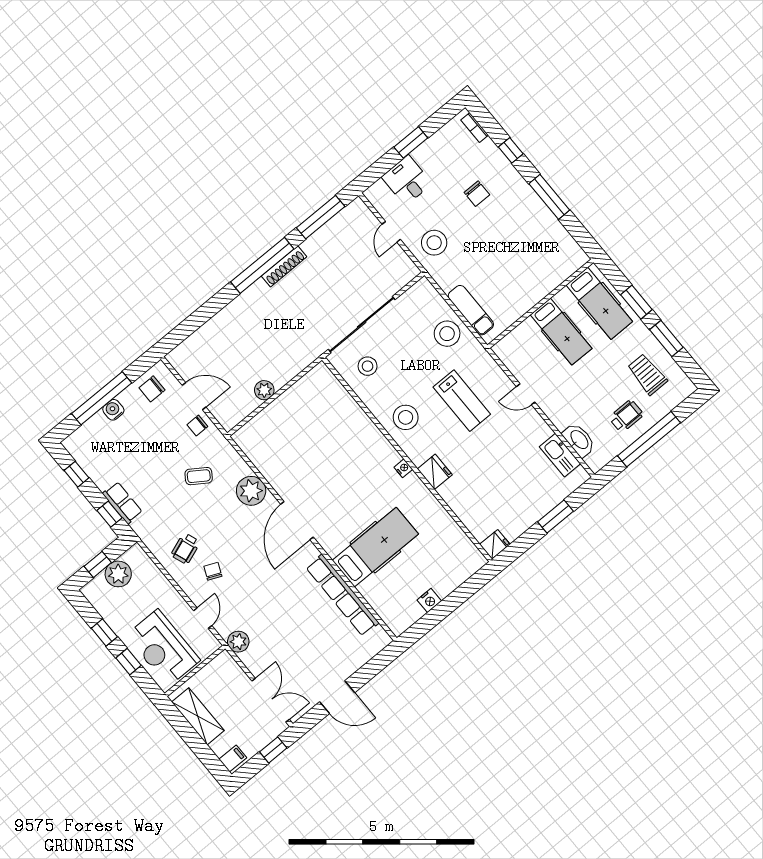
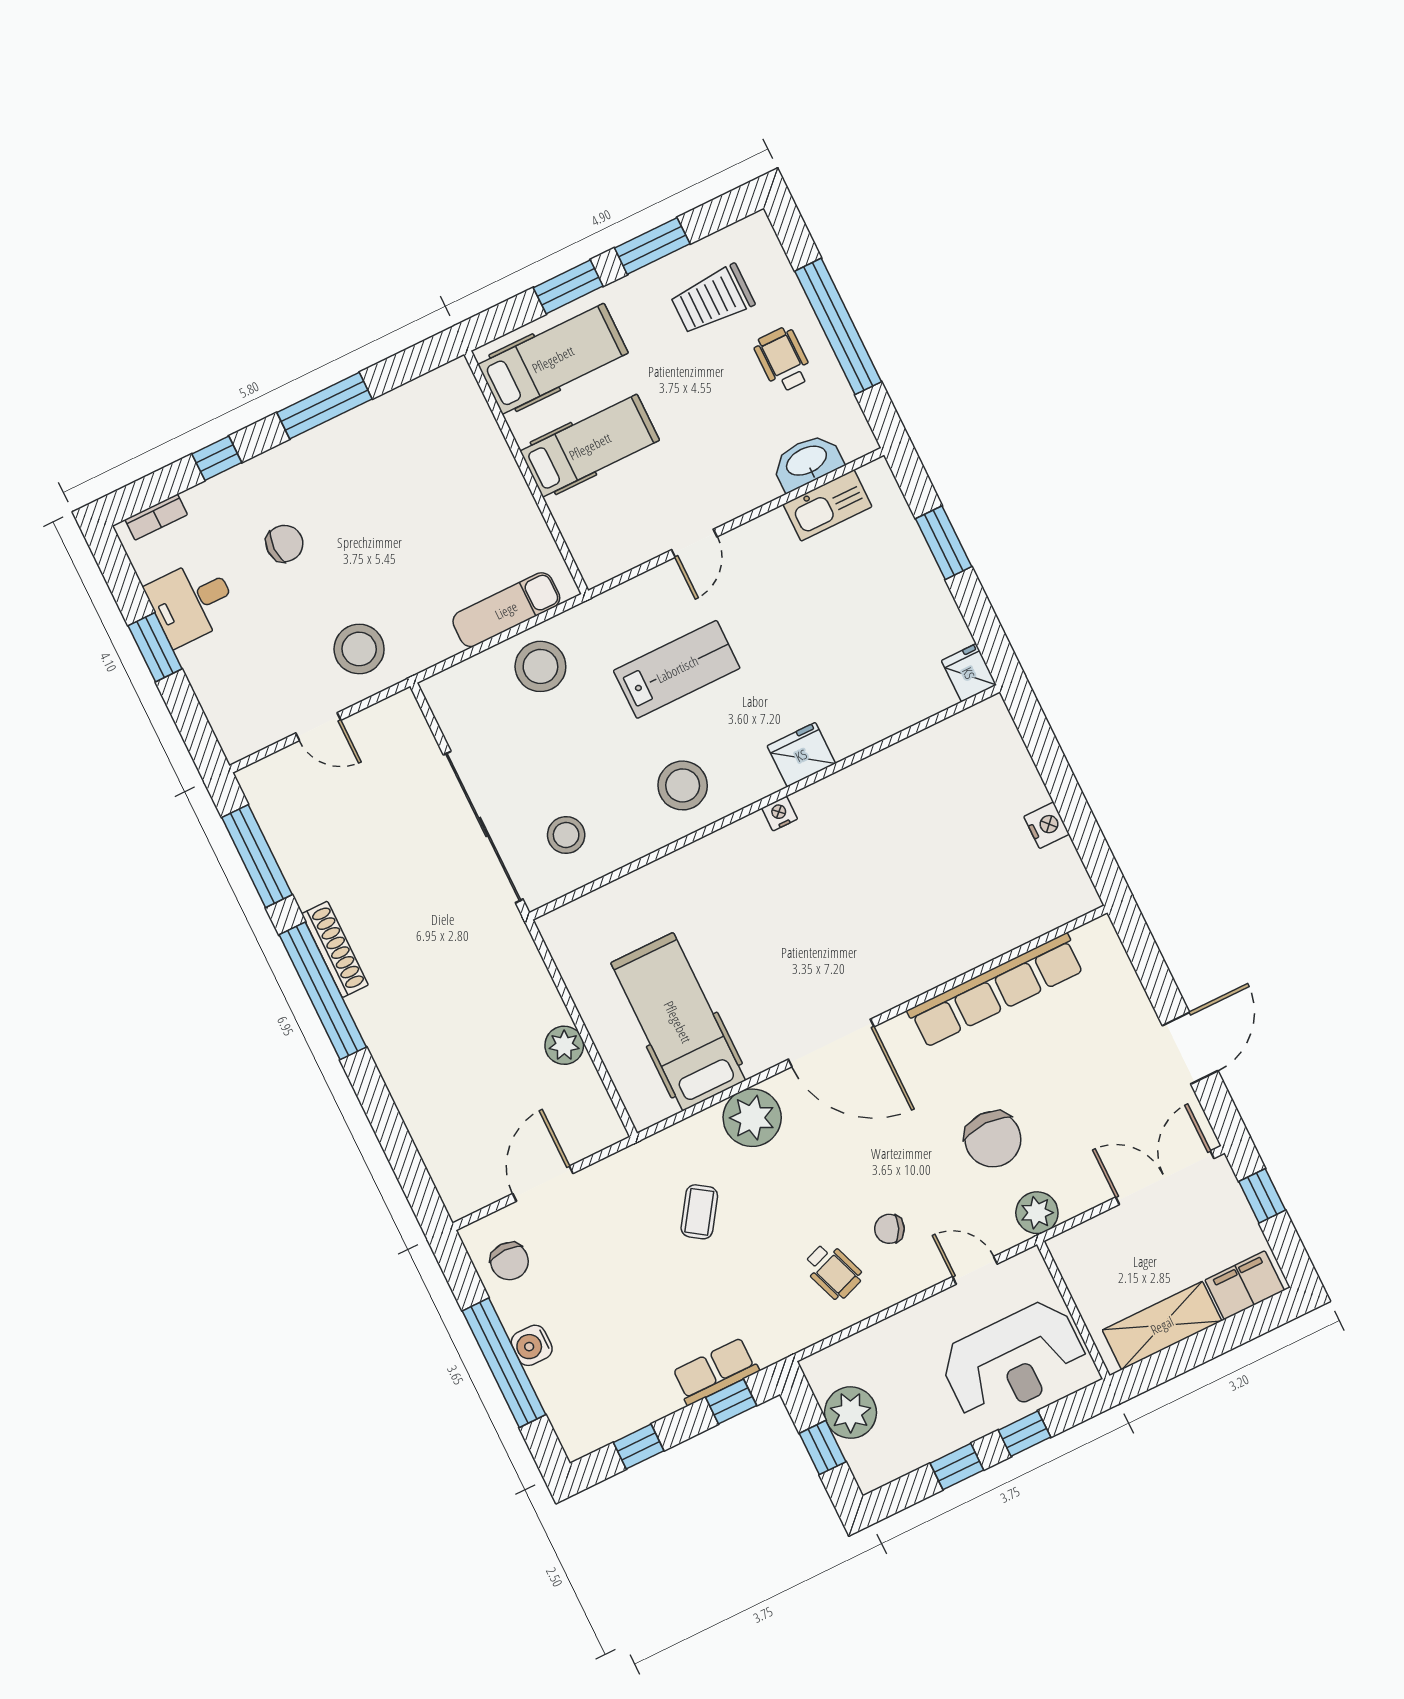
desk: (407, 180) -> (192, 602), moved
chair: (197, 426) -> (993, 1139), moved, width x1.87, depth x1.87
hospital bed: (375, 547) -> (678, 1022), moved
filing cabinet: (233, 758) -> (1245, 1285), width x2.00

